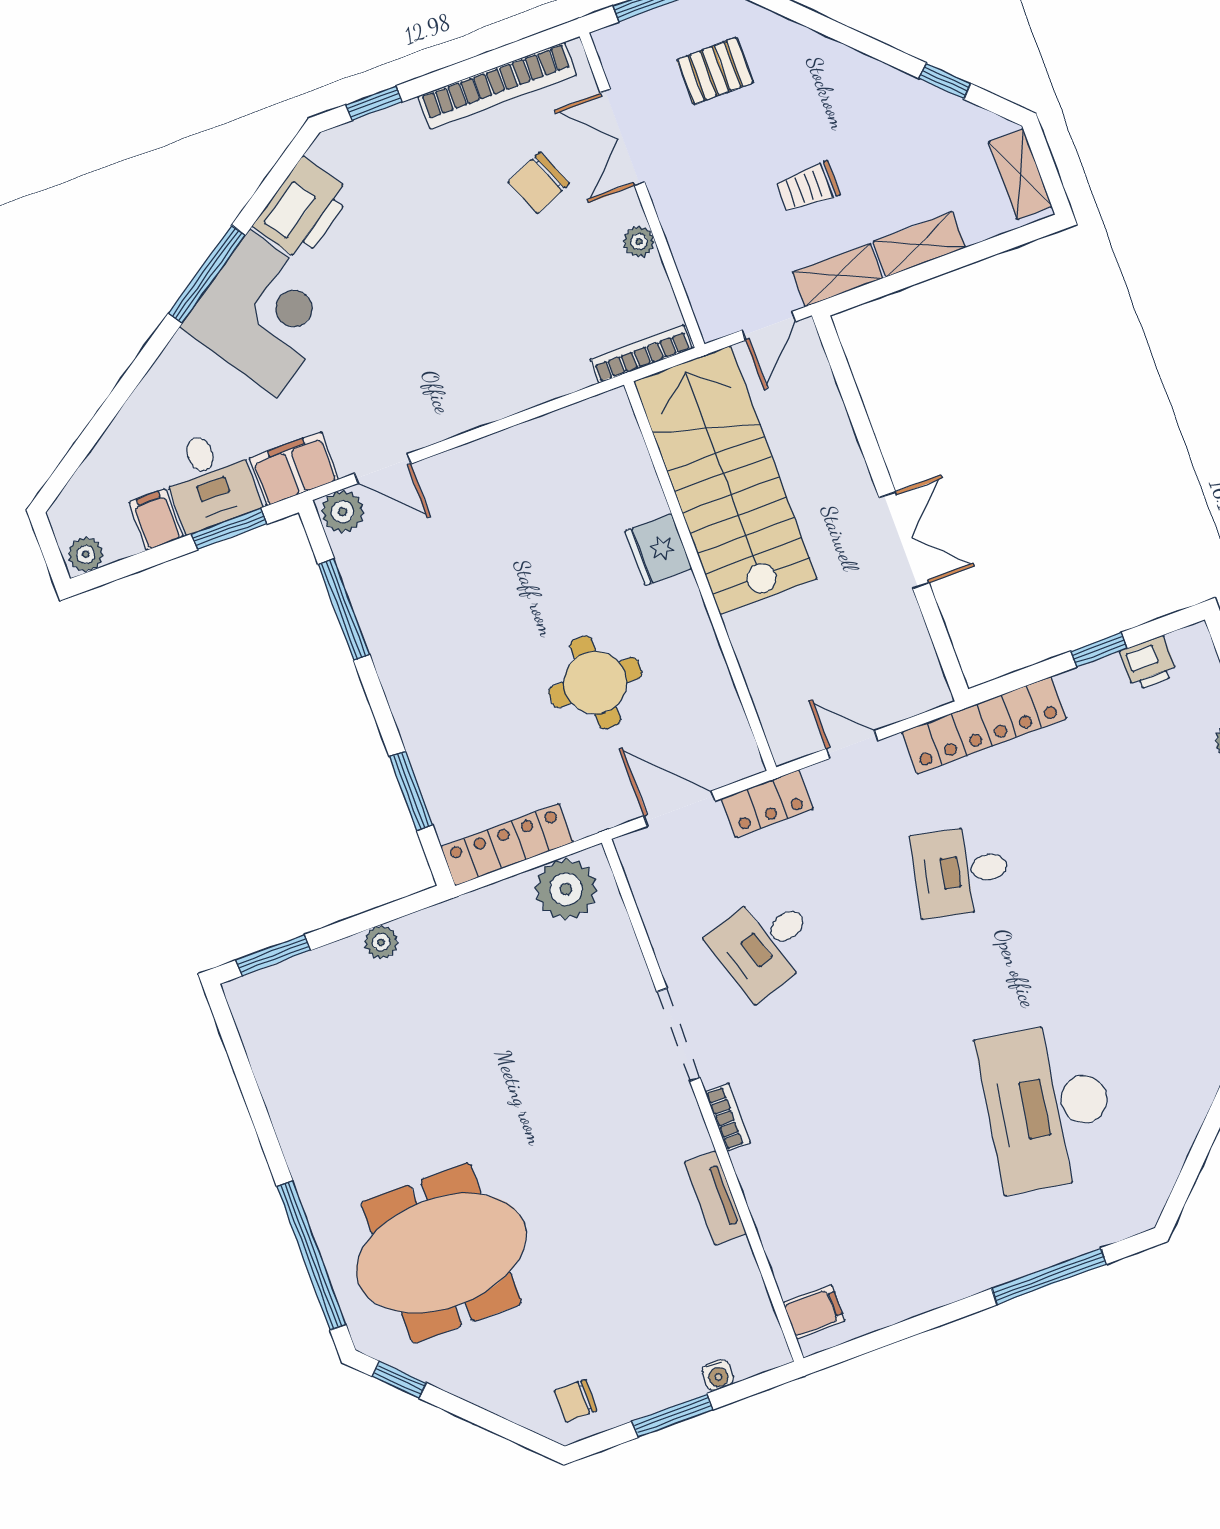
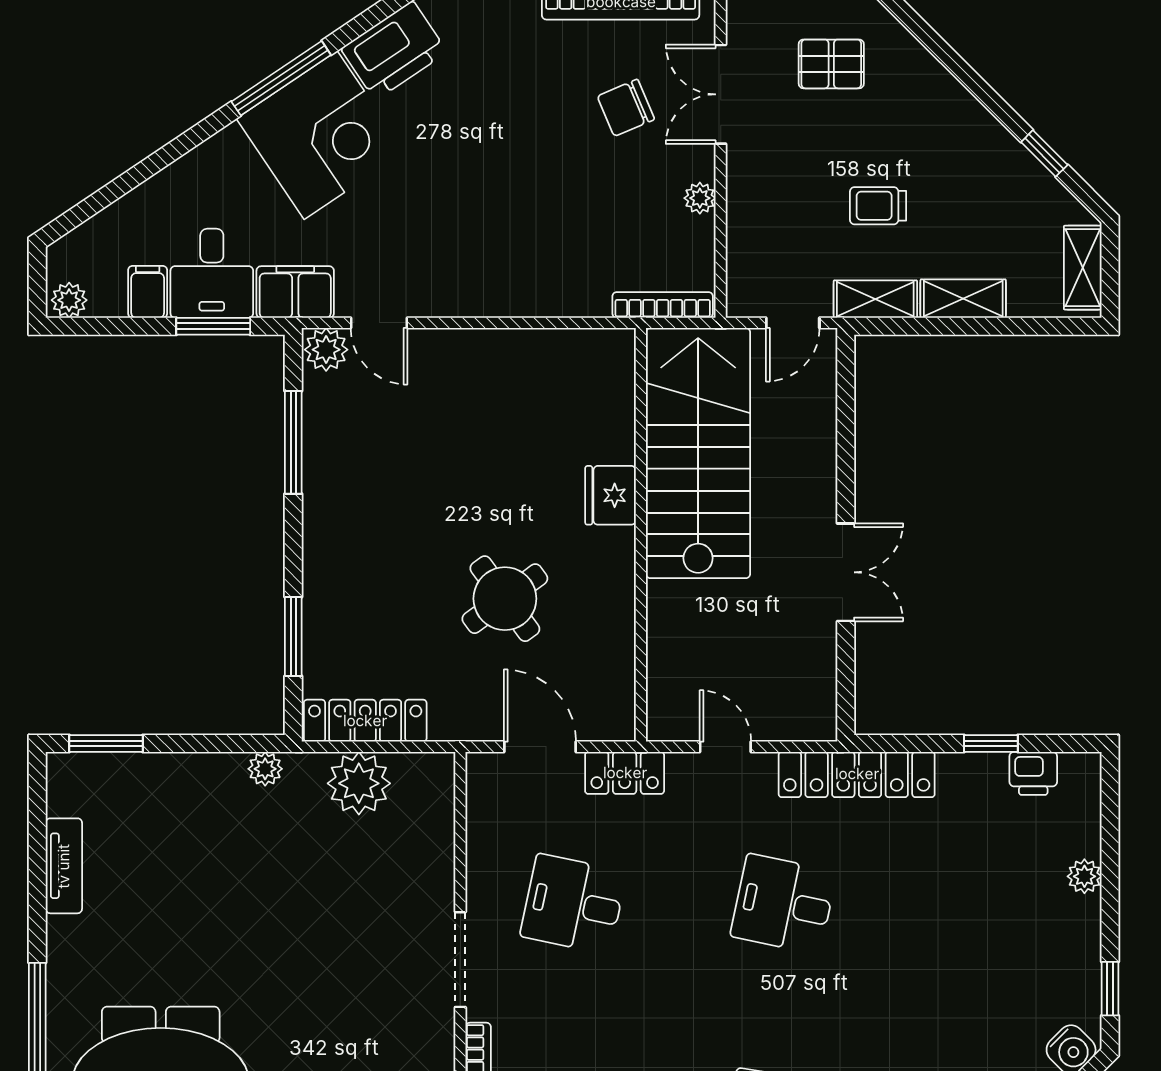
round table: (595, 682) -> (505, 599), turned -36
plant: (566, 889) -> (359, 783), moved
plant: (381, 942) -> (265, 769), moved
desk: (765, 944) -> (573, 904), turned 30
tv unit: (276, 1084) -> (64, 866), added

